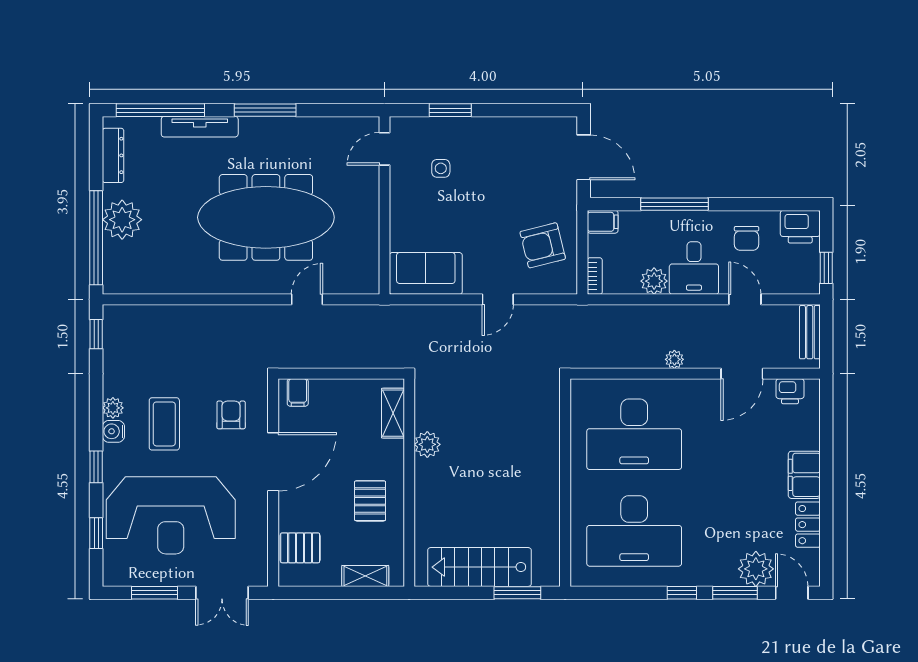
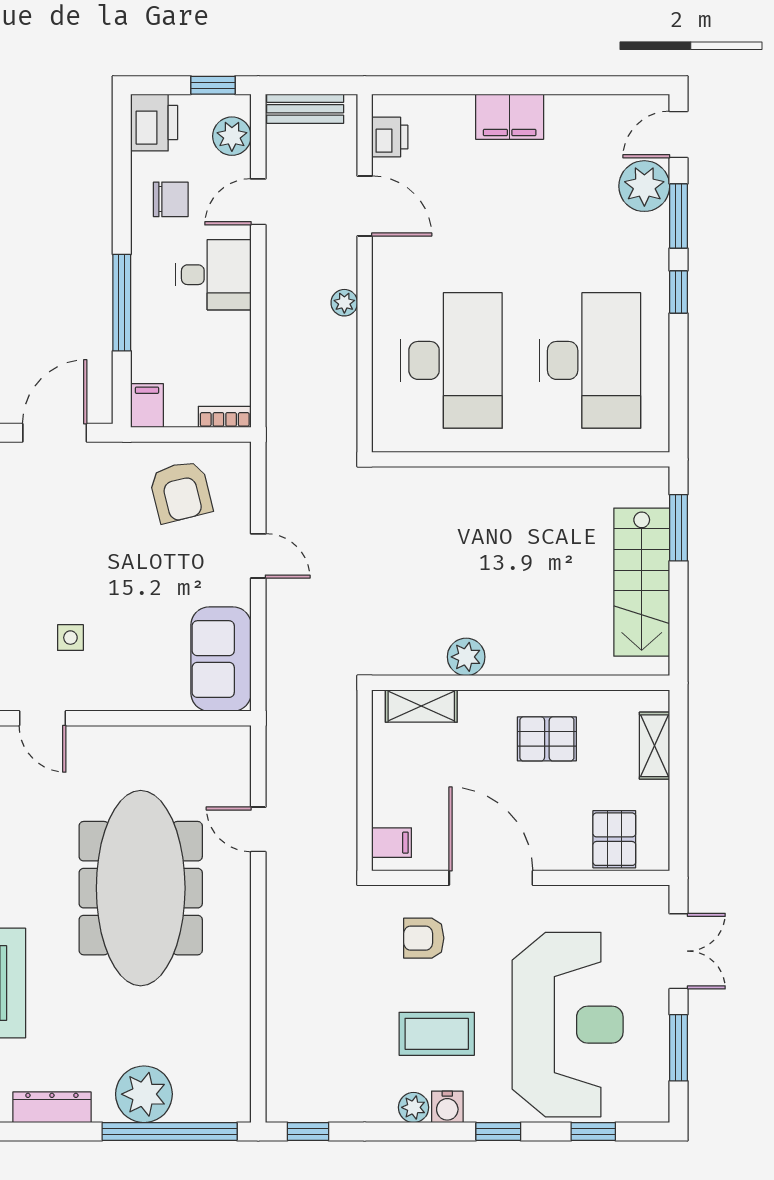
plant: (654, 281) -> (232, 136), moved
locker: (808, 525) -> (581, 111), removed

